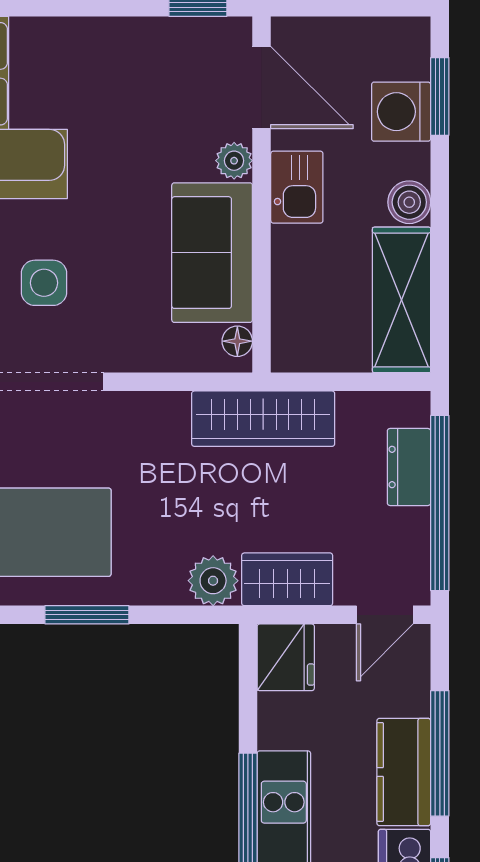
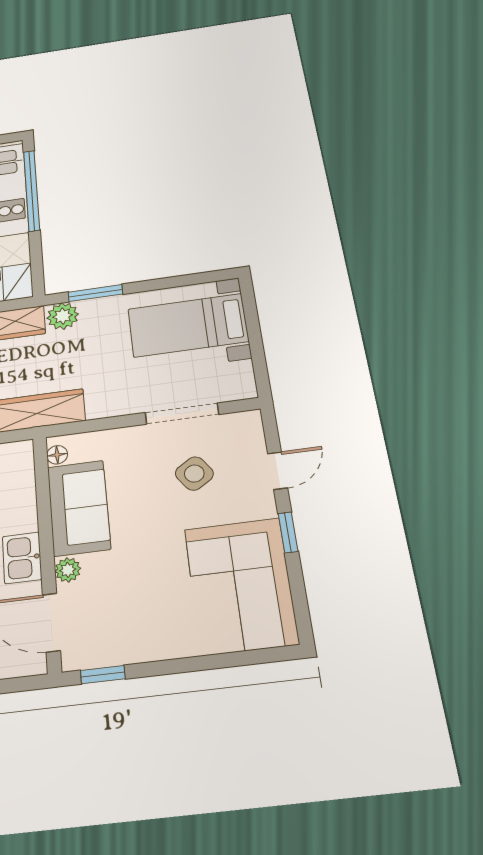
side table: (44, 283) -> (194, 474), turned -34
window: (87, 615) -> (95, 293), moved

